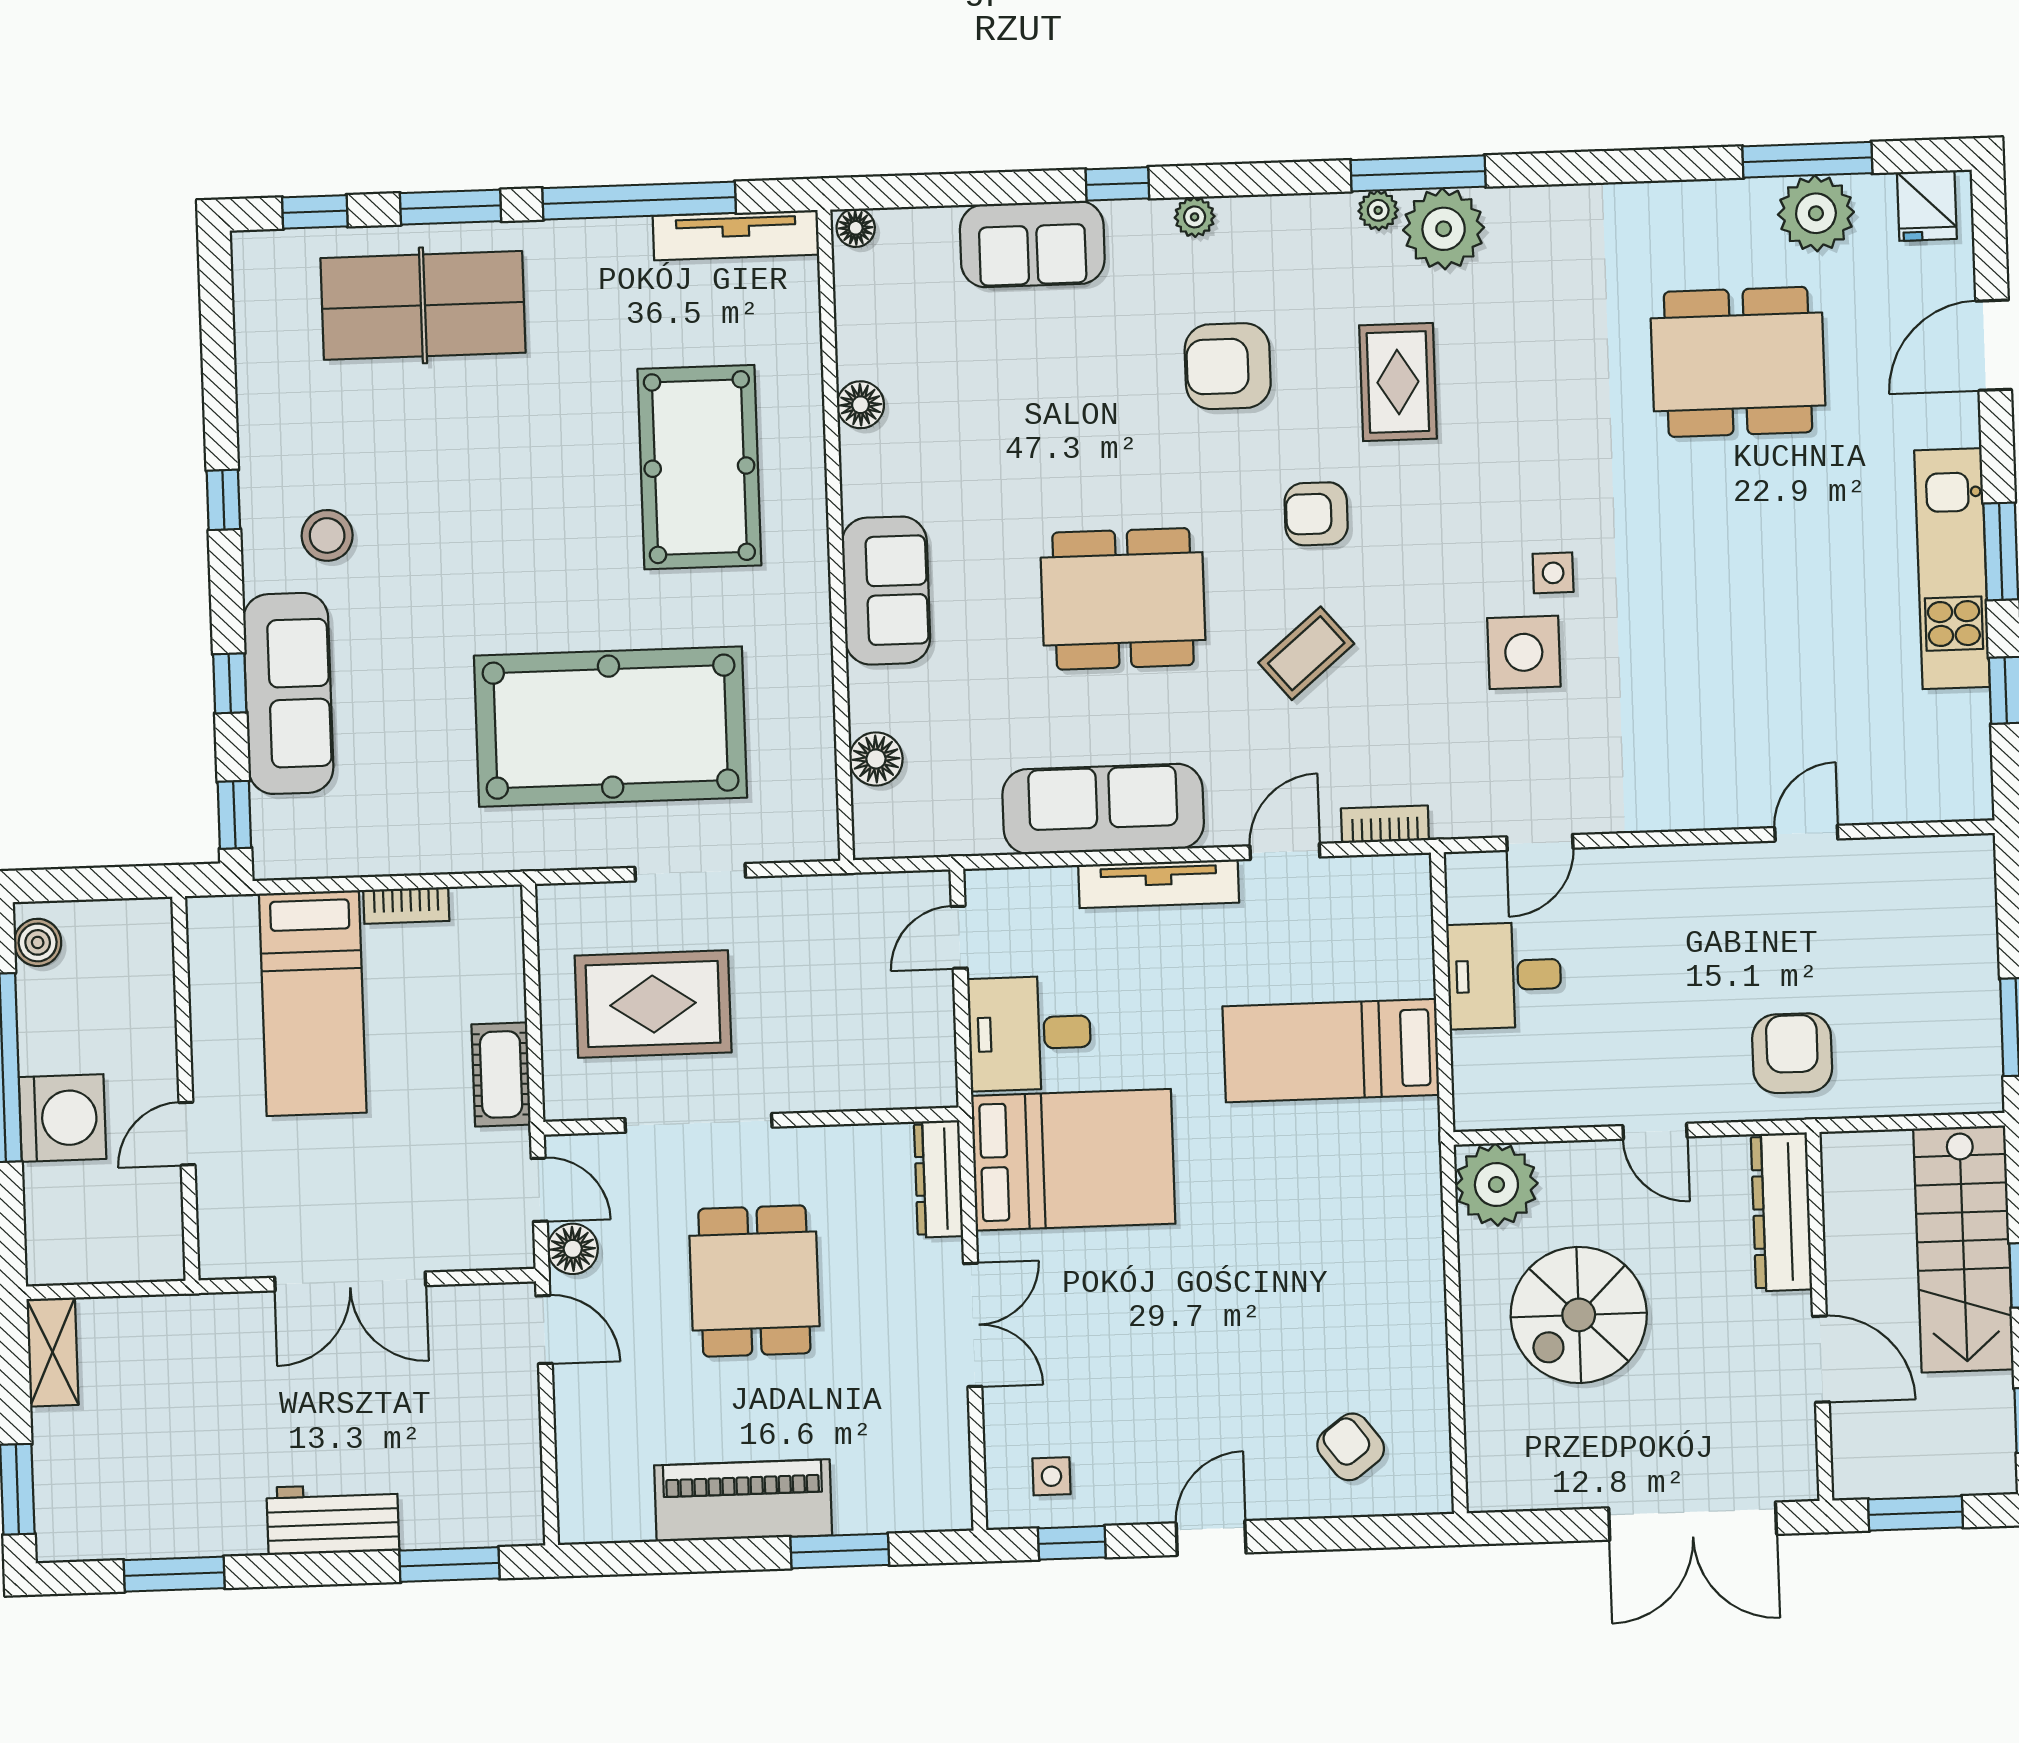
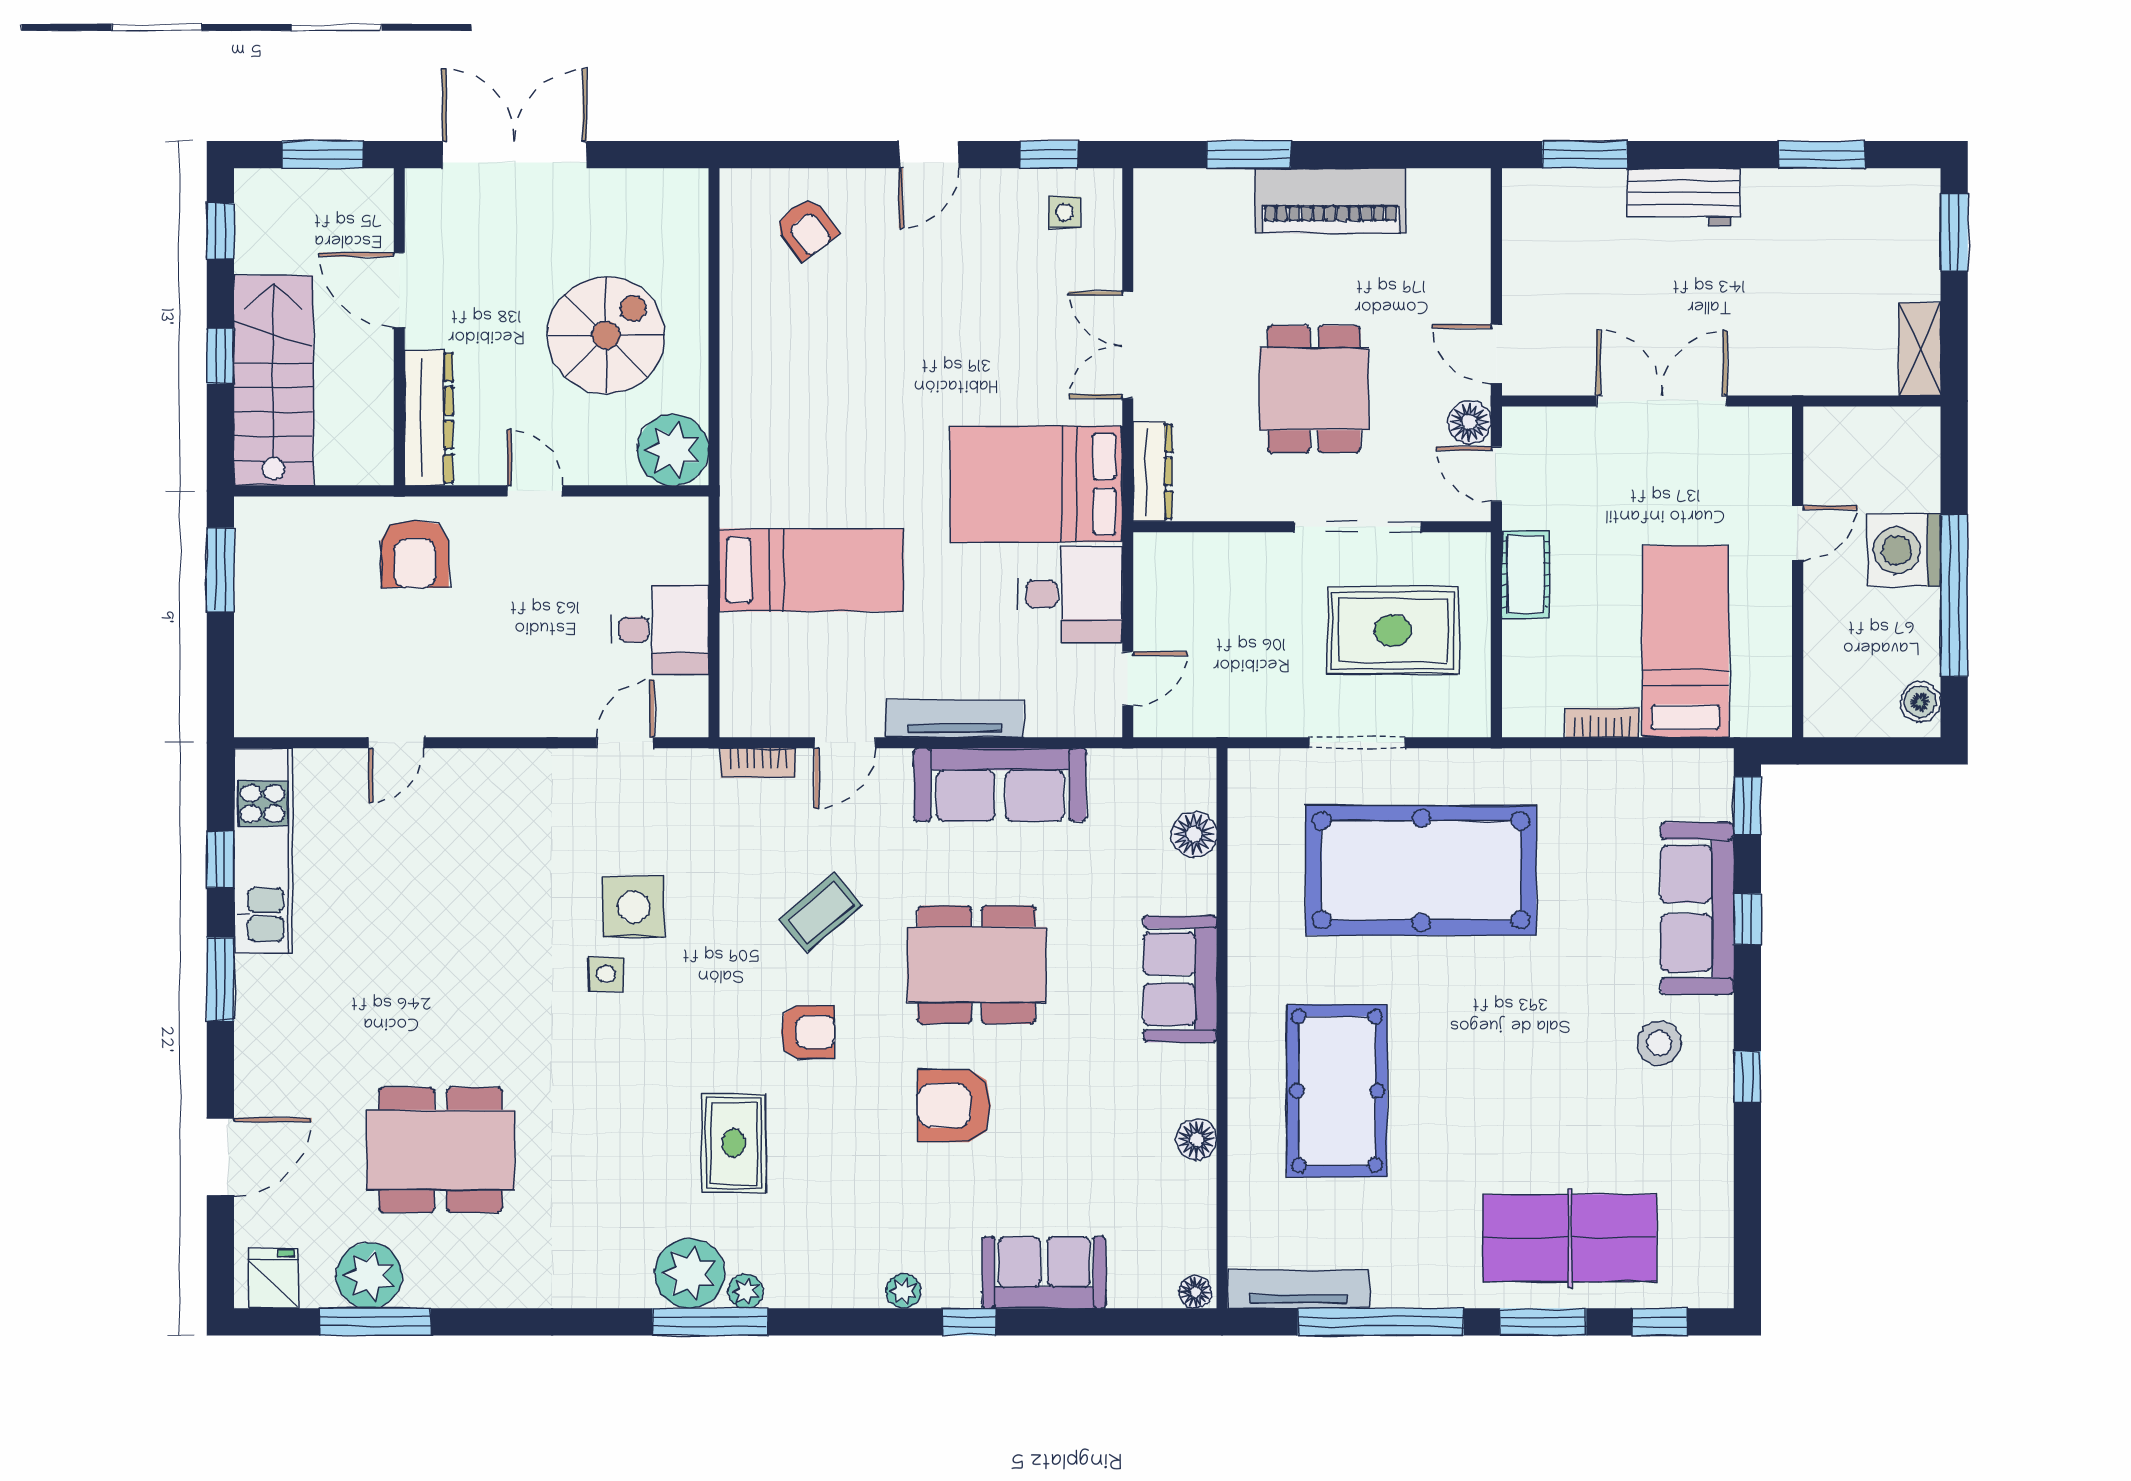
armchair: (1228, 366) -> (954, 1106), moved, turned 180
kitchen unit: (1952, 569) -> (263, 851), moved

